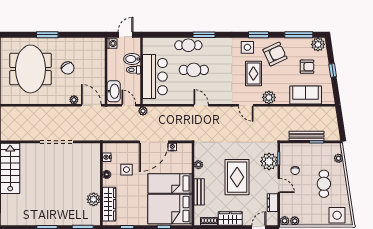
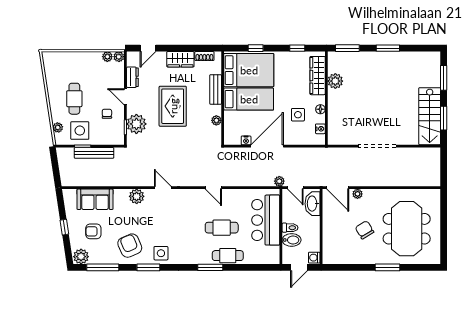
armchair: (275, 54) -> (130, 246), turned 92
rug: (253, 74) -> (154, 224), removed
side table: (337, 215) -> (80, 131), moved

